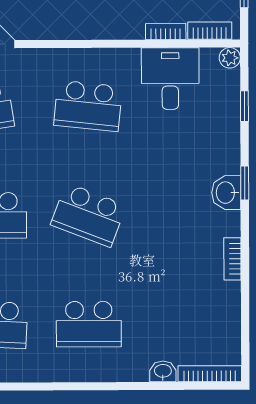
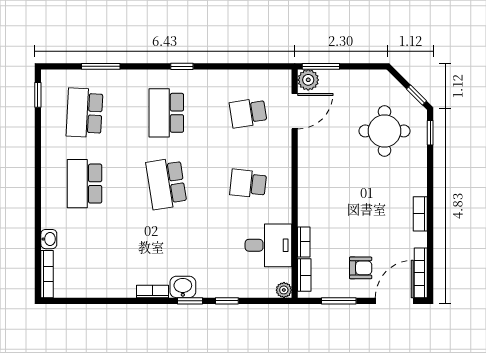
school desk: (88, 106) -> (248, 184), width x0.54
window: (244, 106) -> (227, 301), moved
school desk: (88, 215) -> (166, 184), turned -30
bookcase: (232, 259) -> (153, 291), moved

